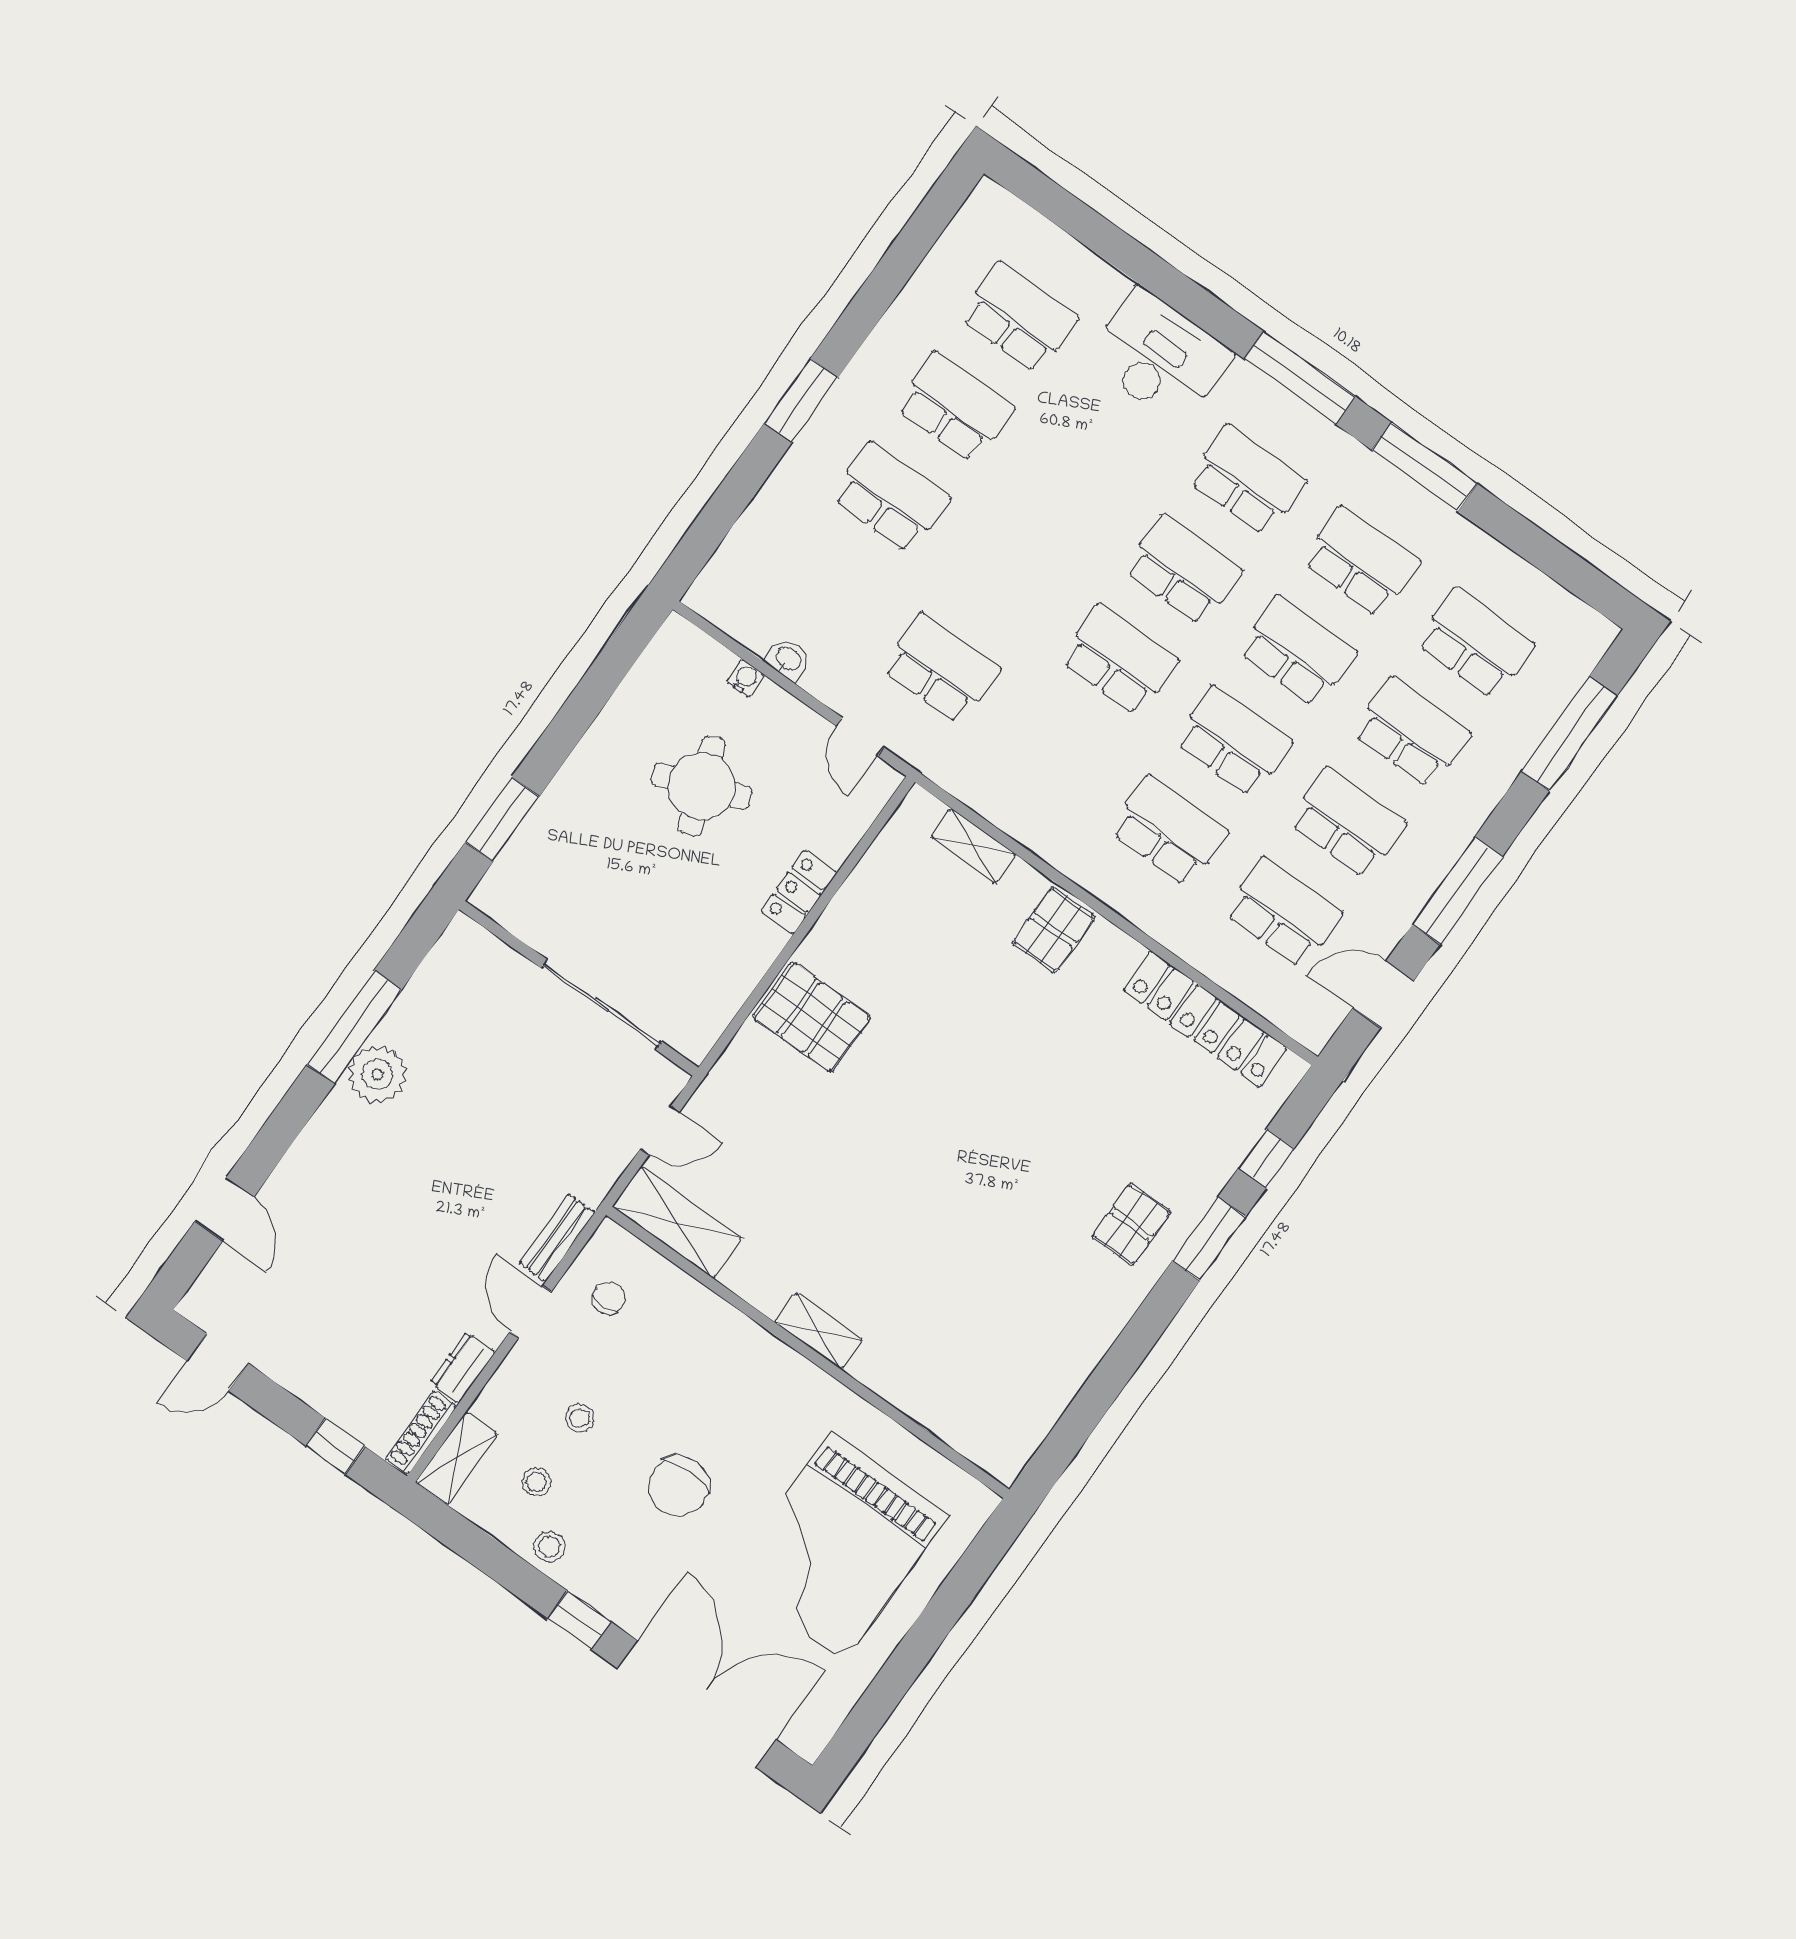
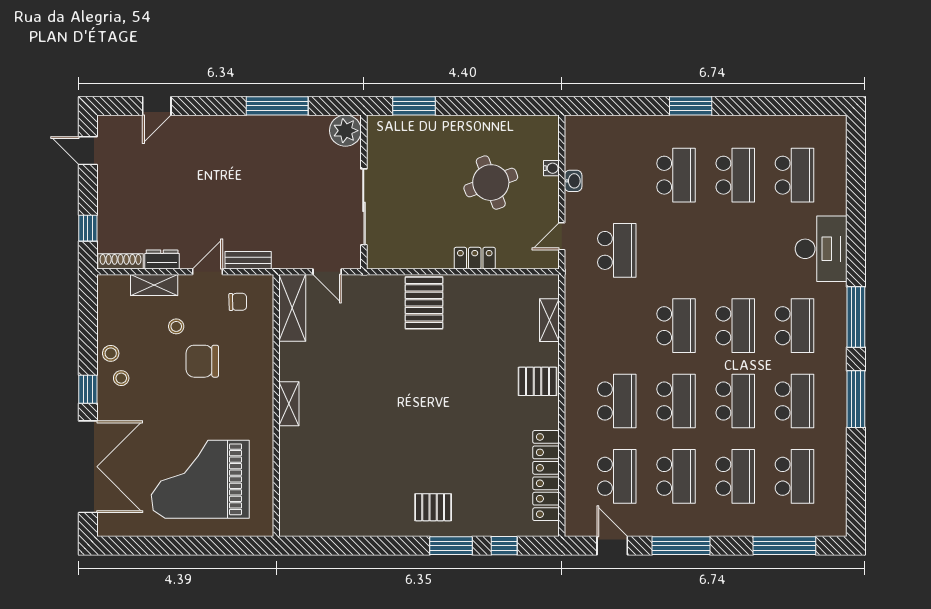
plant: (377, 1074) -> (345, 131), moved
shelving: (457, 1458) -> (154, 285), moved
stool: (536, 1482) -> (121, 378), moved
chair: (679, 1486) -> (202, 361), moved

